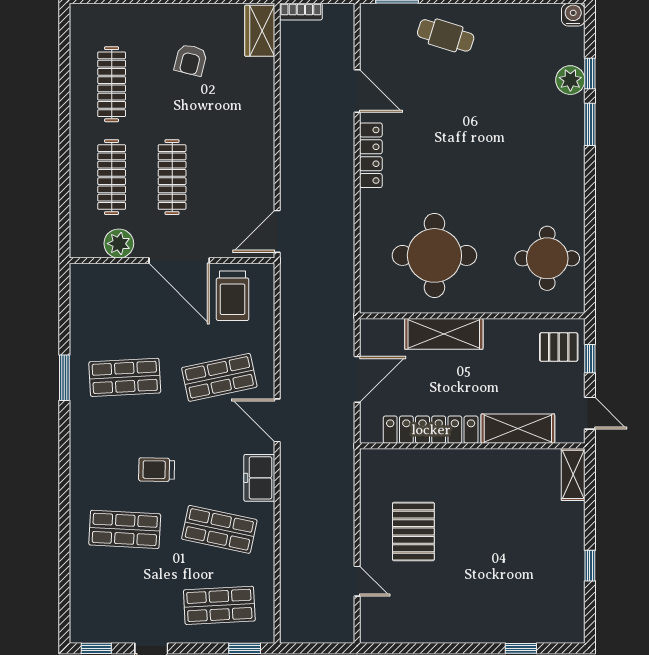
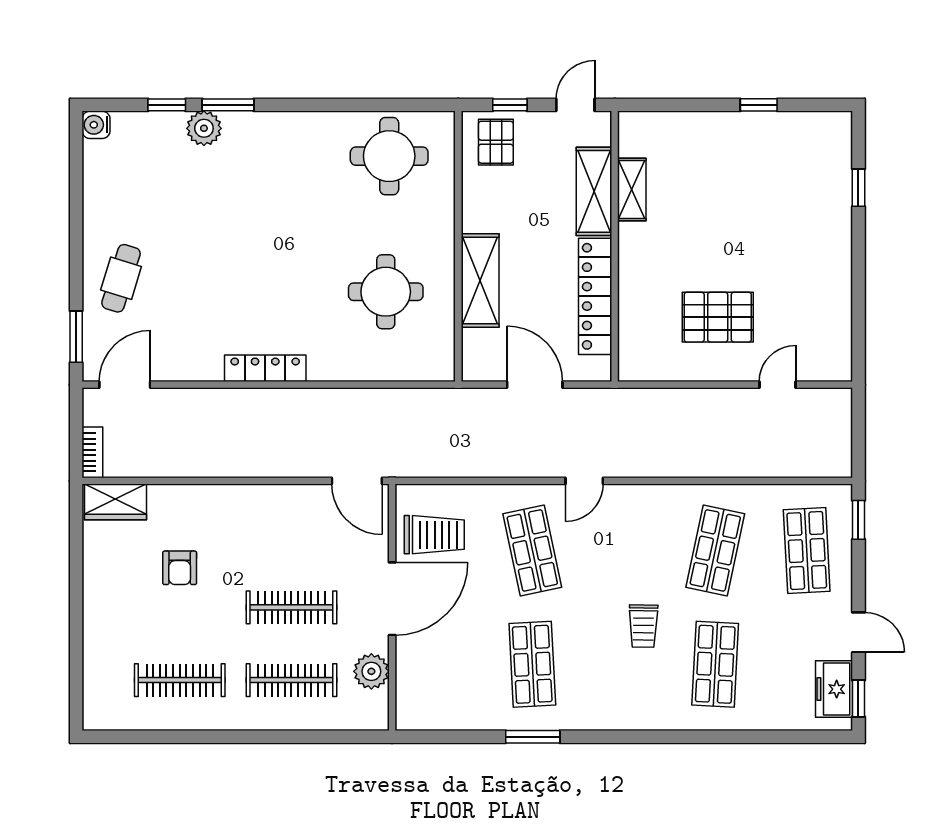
armchair: (191, 60) -> (180, 568), moved, turned 76
plant: (570, 80) -> (204, 128), moved
door: (357, 91) -> (125, 385), moved
round table: (434, 255) -> (386, 292), width x0.73, depth x0.73
door: (277, 420) -> (584, 481), width x0.73
shelving: (573, 474) -> (632, 190), moved, turned 90
freezer: (259, 478) -> (834, 689), moved, turned 90

